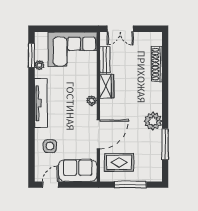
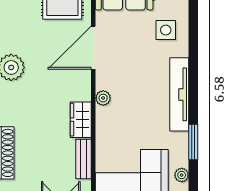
window: (31, 55) -> (193, 142), moved
plant: (39, 65) -> (182, 175), moved

